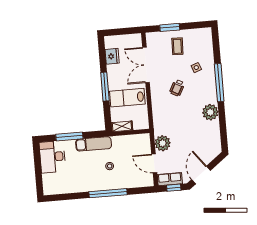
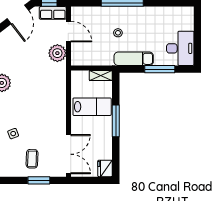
fridge: (112, 56) -> (105, 168), moved
double door: (146, 65) -> (68, 154), moved
wheelchair: (177, 88) -> (36, 113), removed

